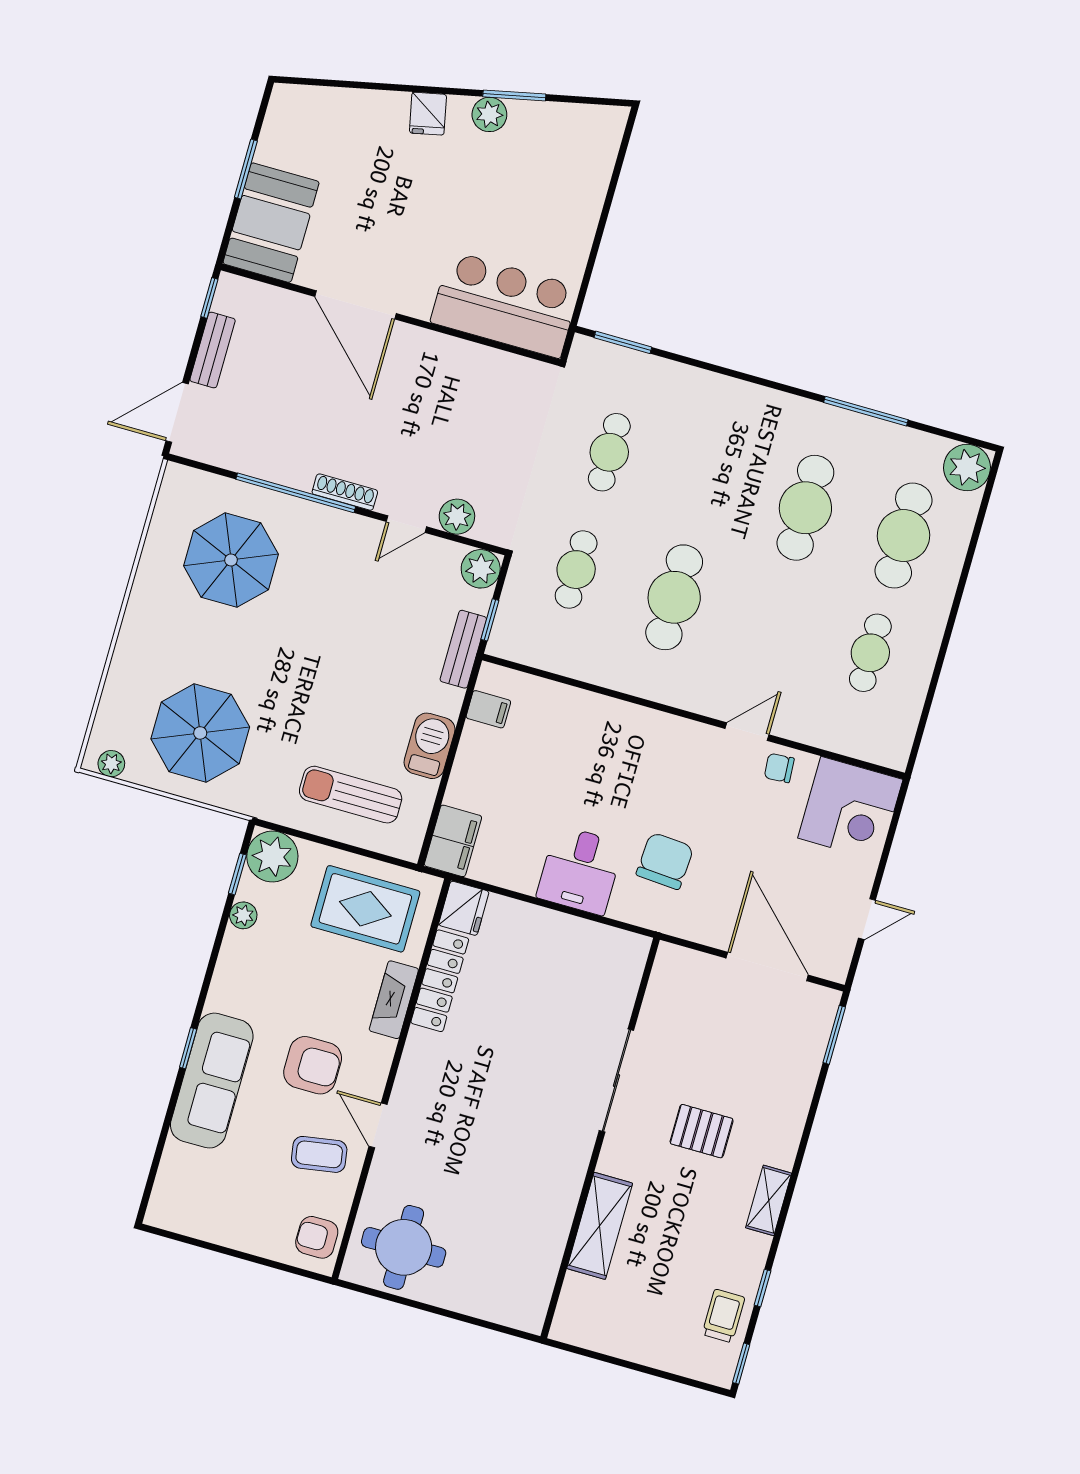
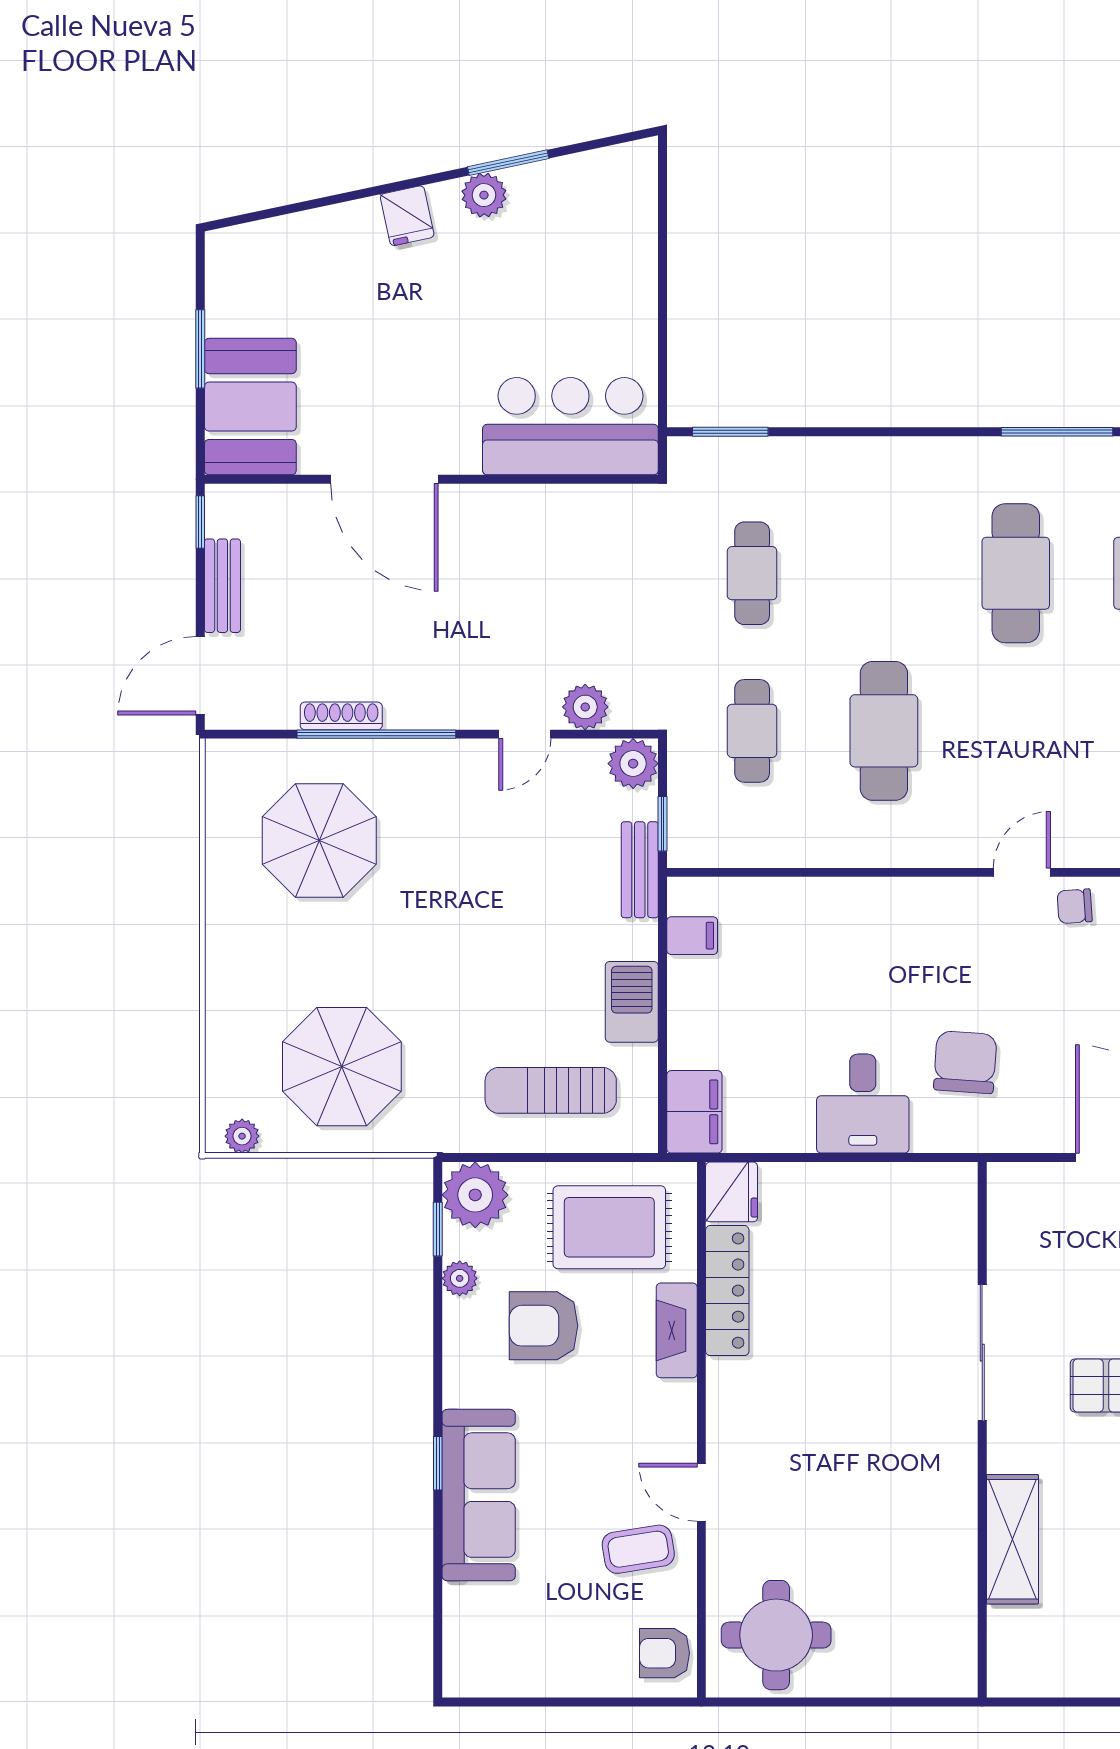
shoe rack: (345, 492) -> (341, 716), moved
armchair: (313, 1065) -> (544, 1326), moved, turned 180

